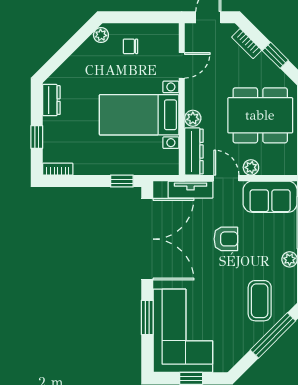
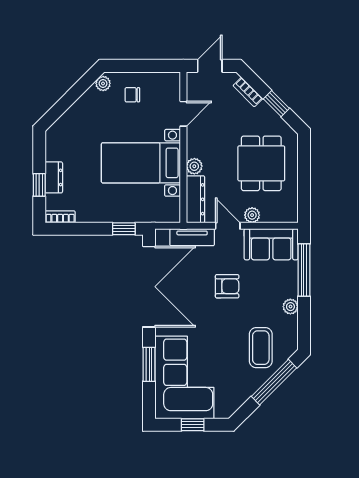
dresser: (51, 100) -> (54, 177), moved
dining table: (260, 115) -> (261, 163), width x0.73

